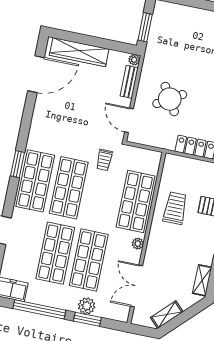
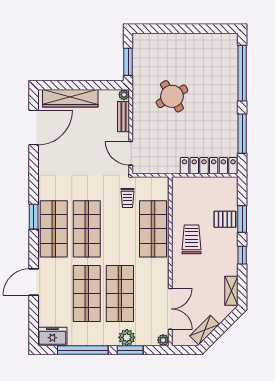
round table: (170, 99) -> (172, 96), moved
trolley: (104, 160) -> (127, 198), moved
trolley: (175, 208) -> (192, 239), moved
plant: (138, 244) -> (163, 340), moved
double door: (137, 286) -> (170, 309), swing flipped

